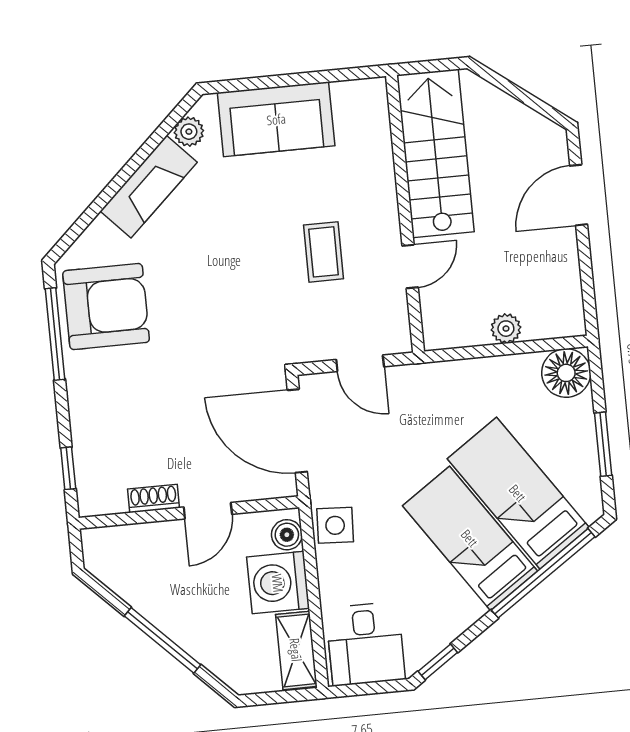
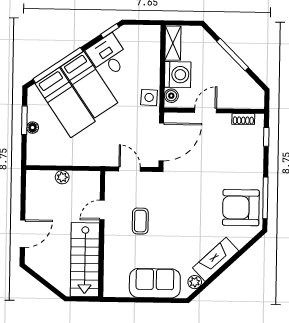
floor lamp: (566, 373) -> (33, 128), moved, width x0.53, depth x0.53
door: (297, 431) -> (161, 142), hinge flipped
shoe rack: (154, 498) -> (243, 119), moved
desk: (365, 644) -> (108, 56), moved, turned -34

